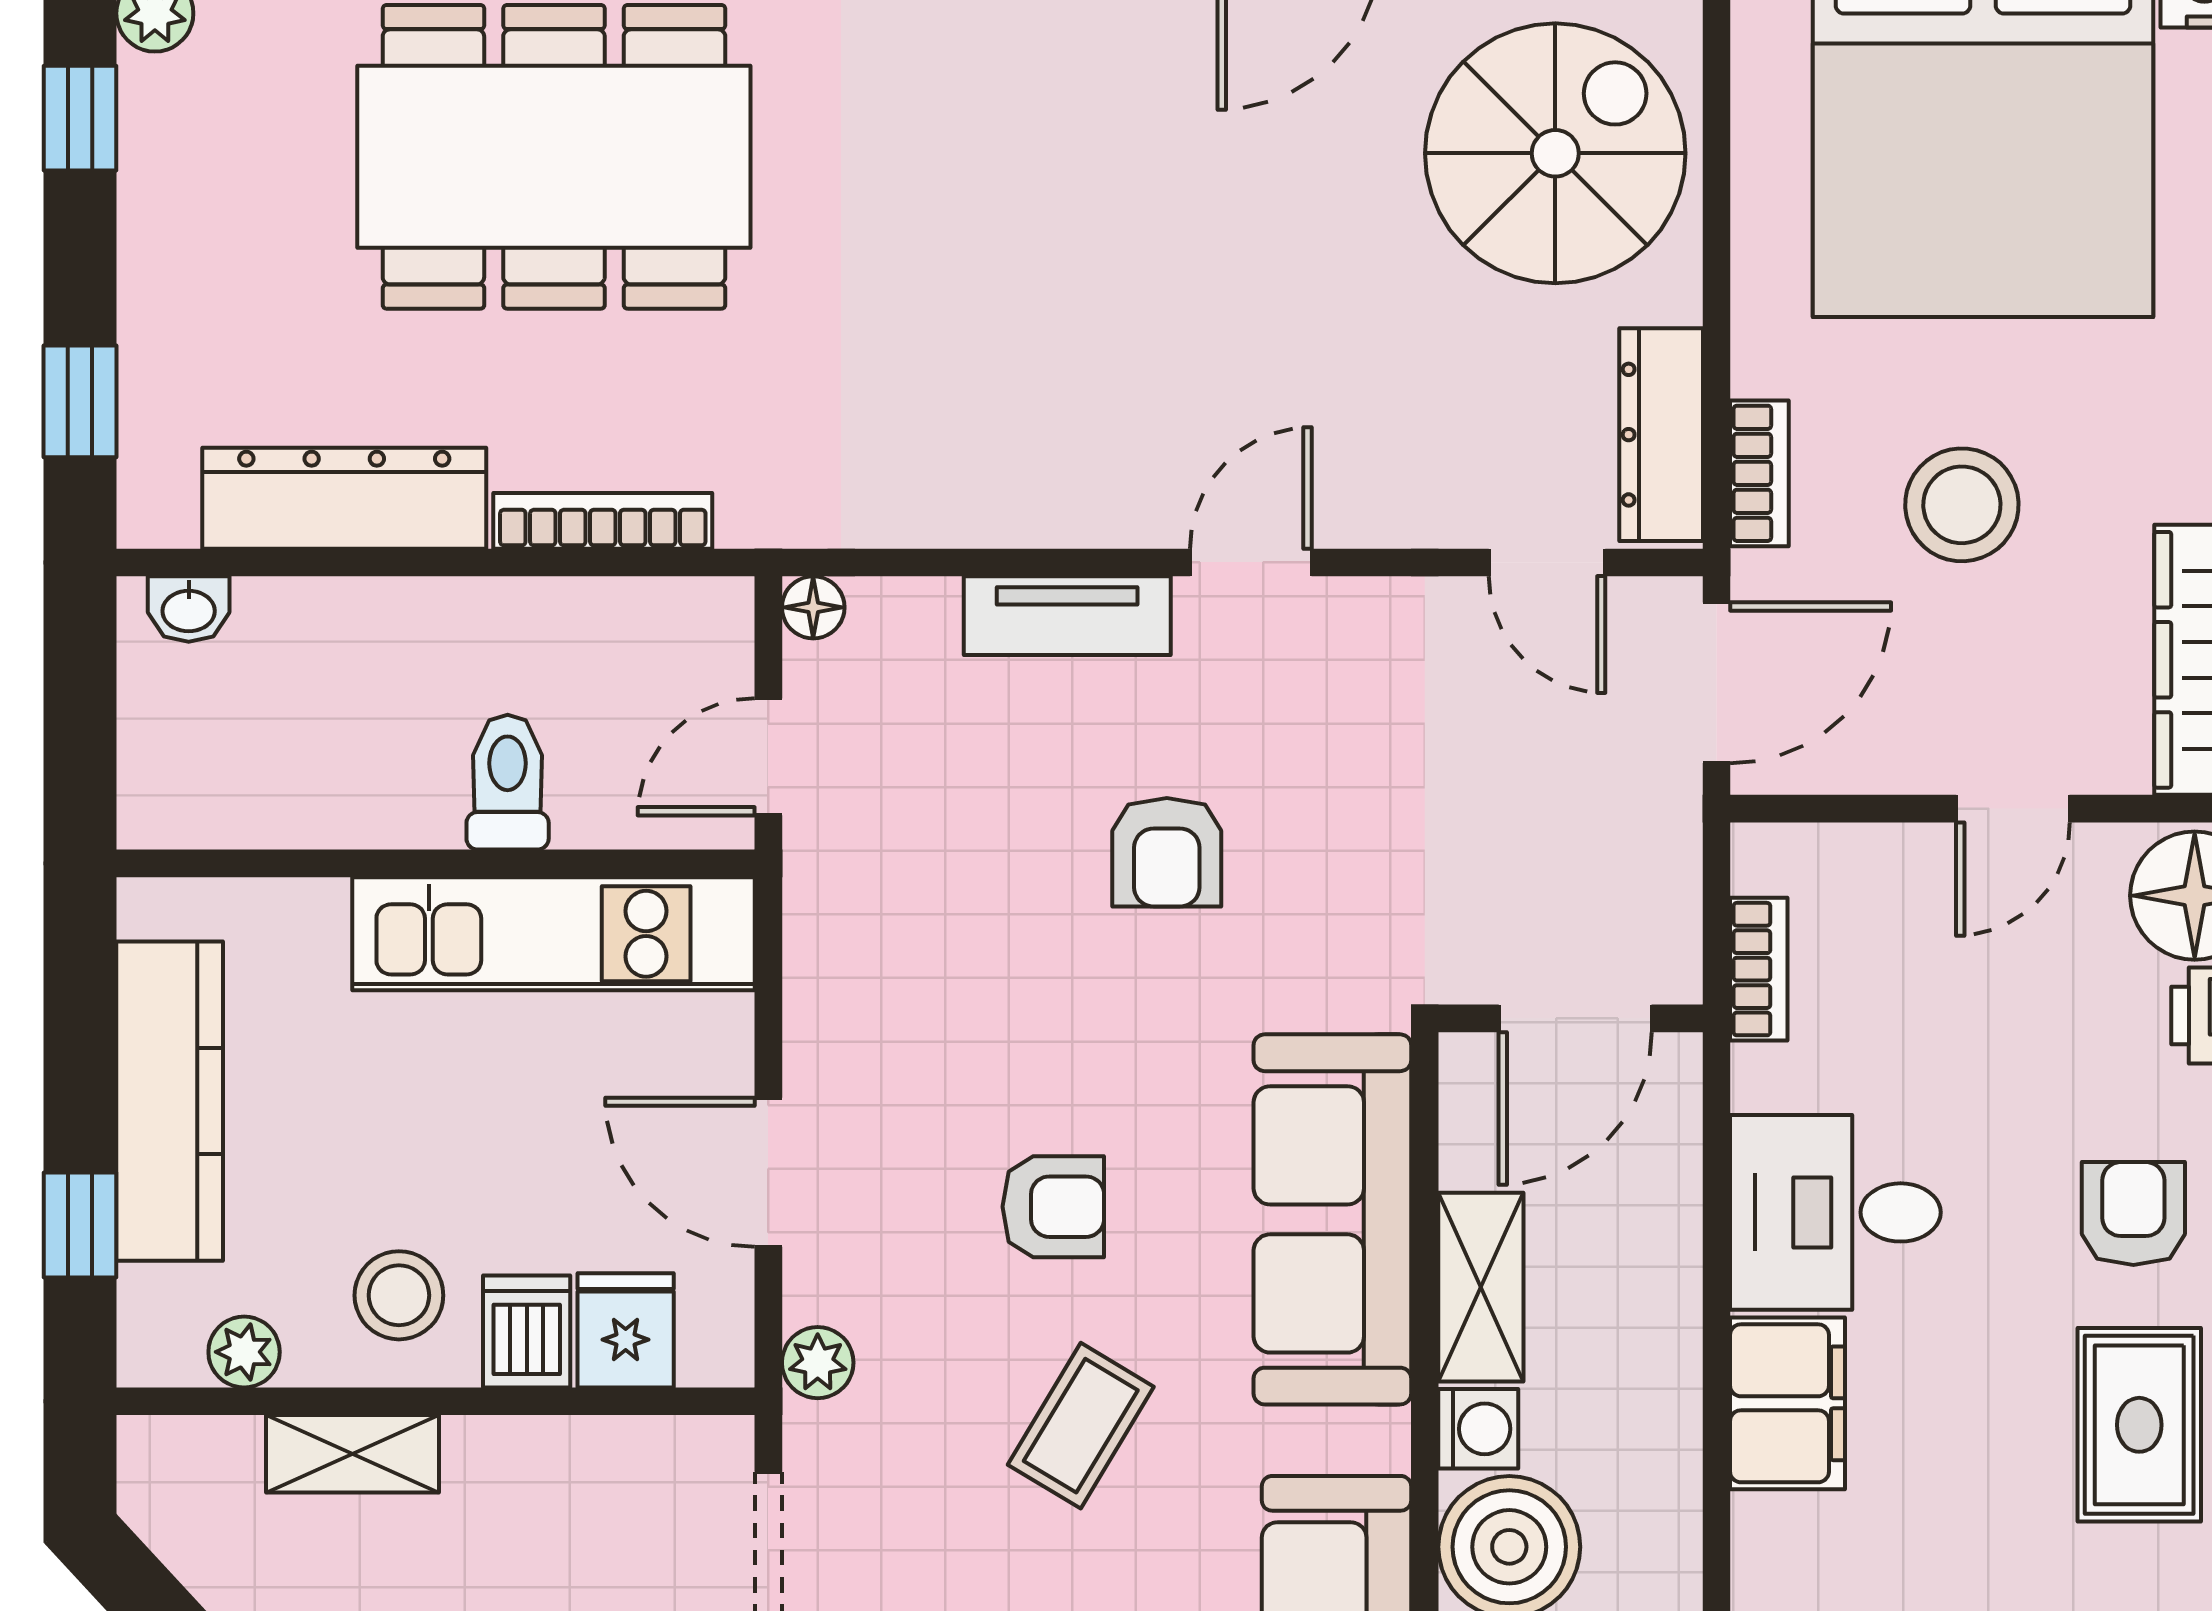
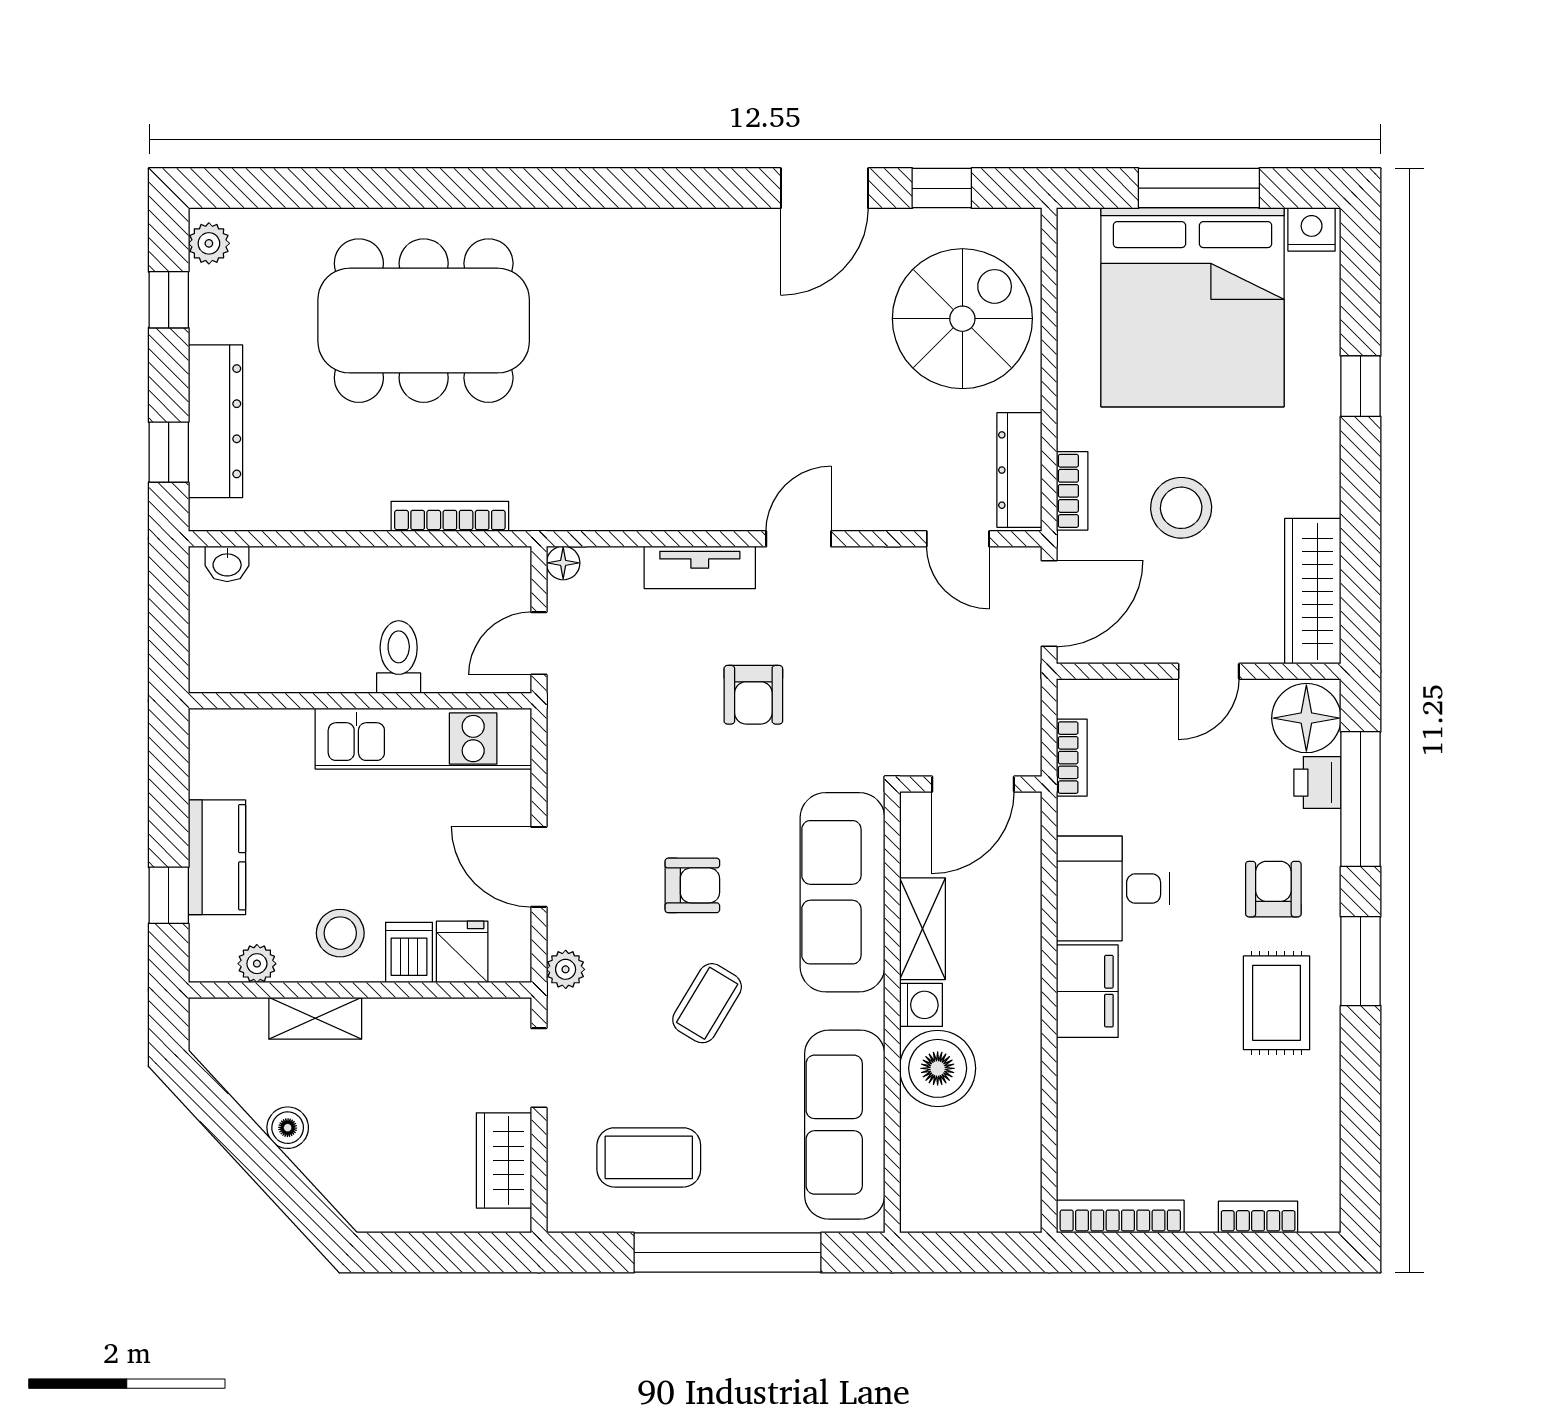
dresser: (344, 498) -> (215, 421), moved, turned 90
kitchen counter: (170, 1101) -> (217, 857), width x0.67

